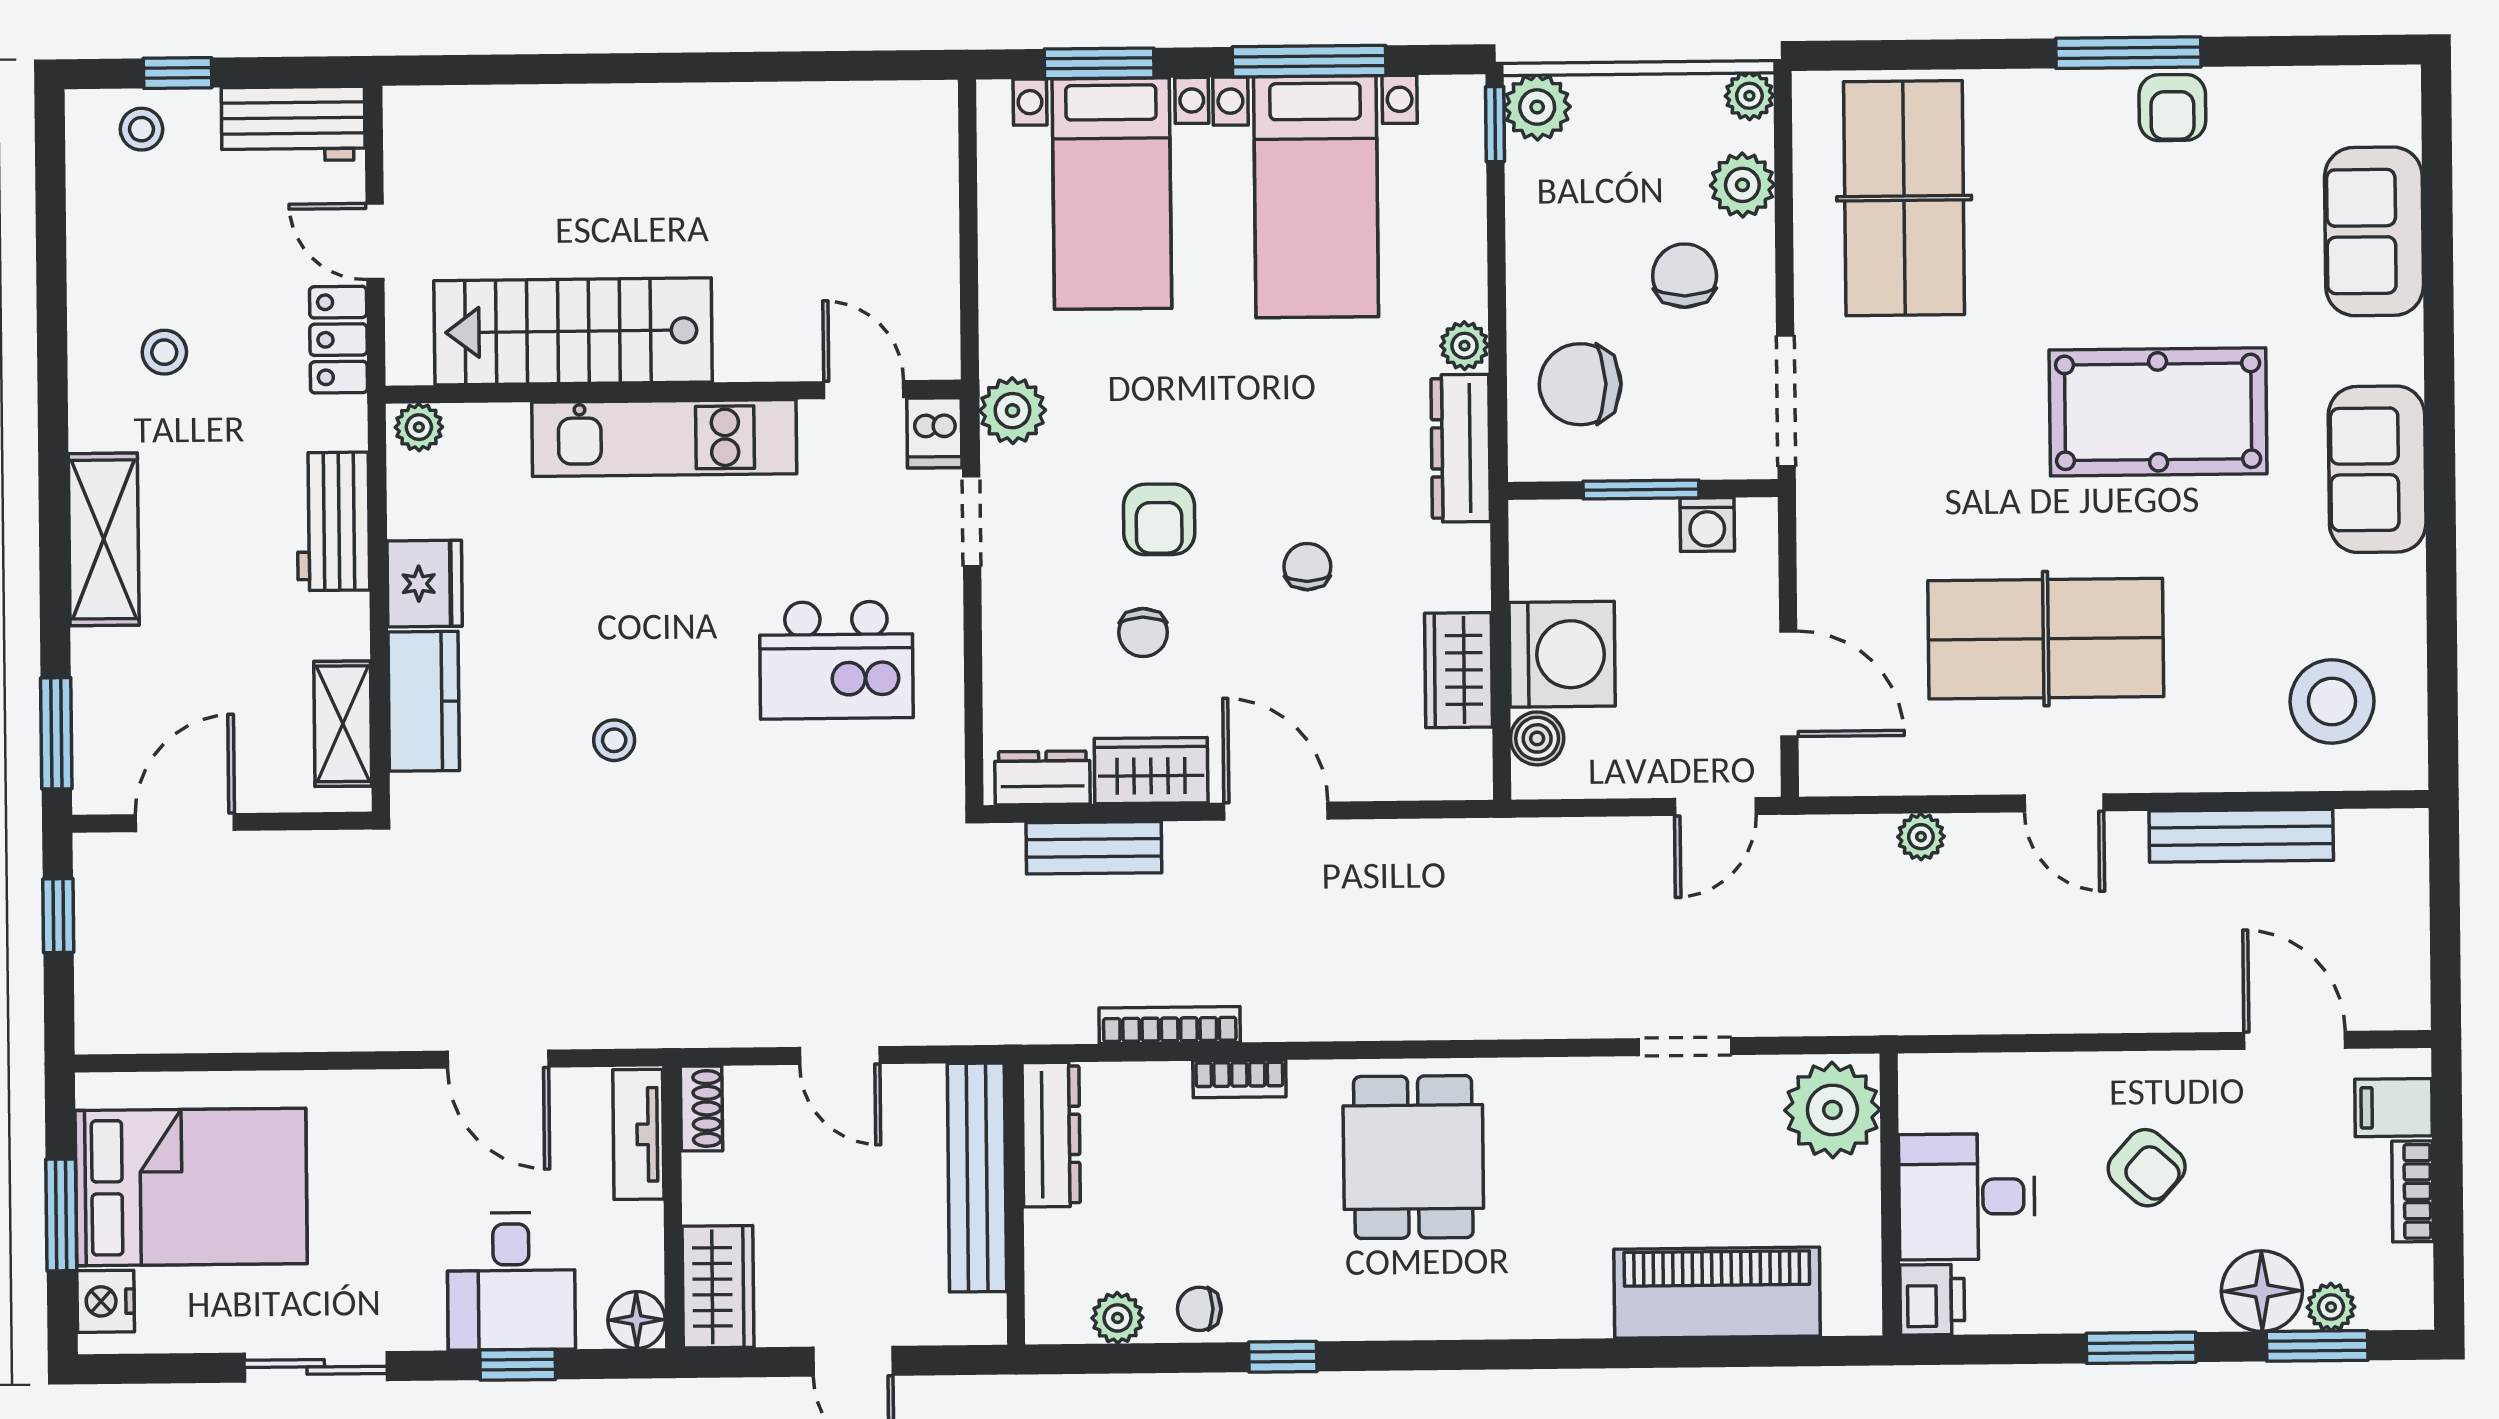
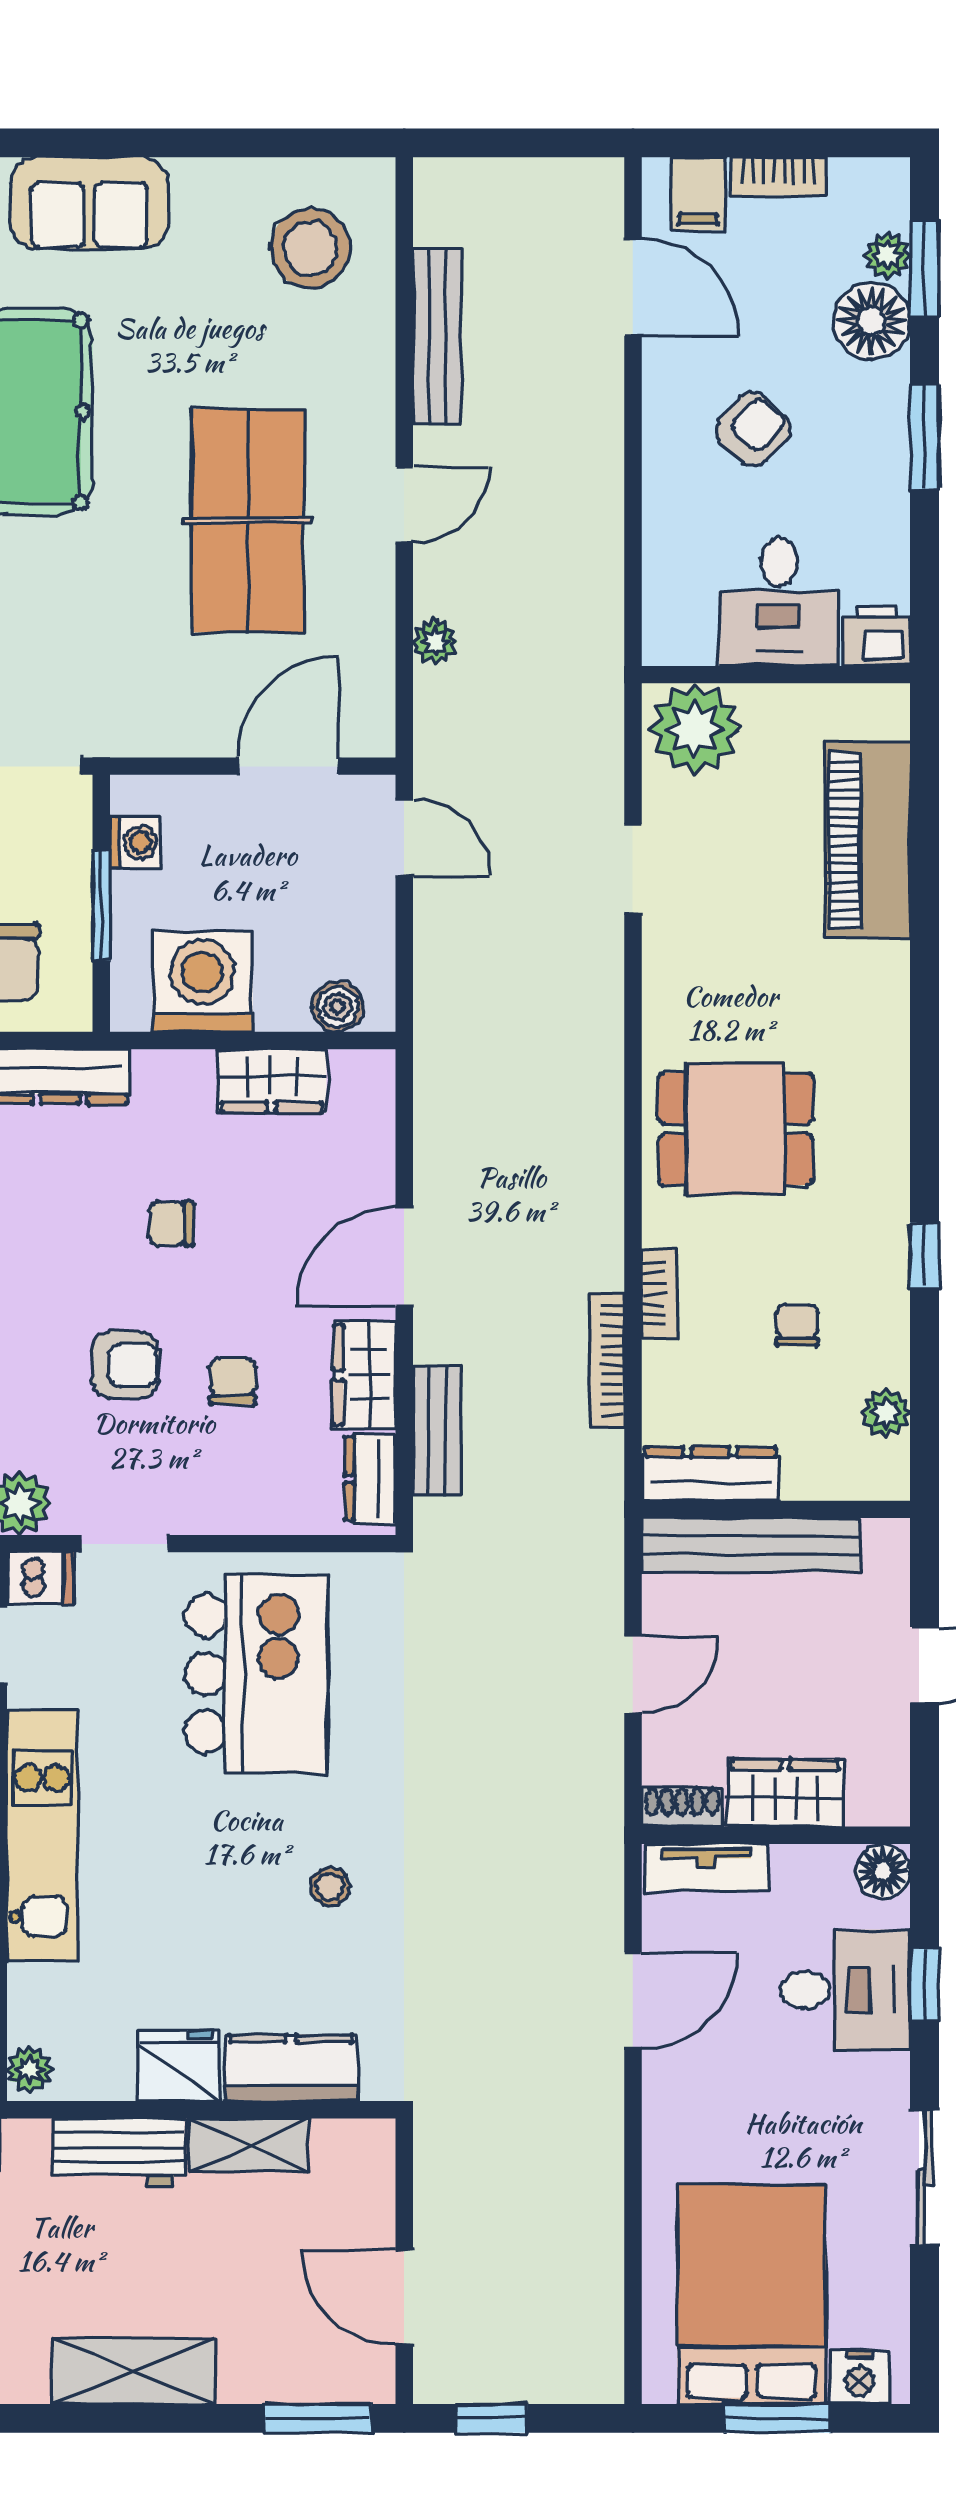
chair: (1143, 633) -> (233, 1381), turned -90
washing machine: (1562, 654) -> (202, 982), moved
kitchen island: (836, 660) -> (256, 1674), width x1.37, depth x1.28
shelving: (343, 724) -> (249, 2145), moved
door: (2295, 1040) -> (633, 287), swing flipped
wardrobe: (718, 1287) -> (785, 1793), moved
chair: (1199, 1309) -> (797, 1325), moved, turned 180

